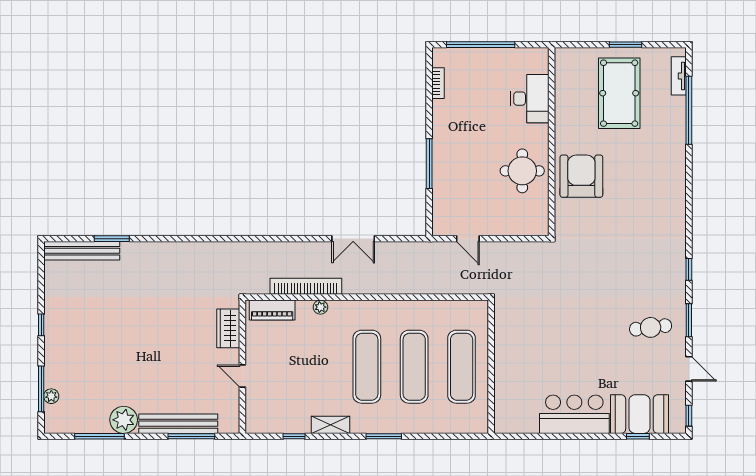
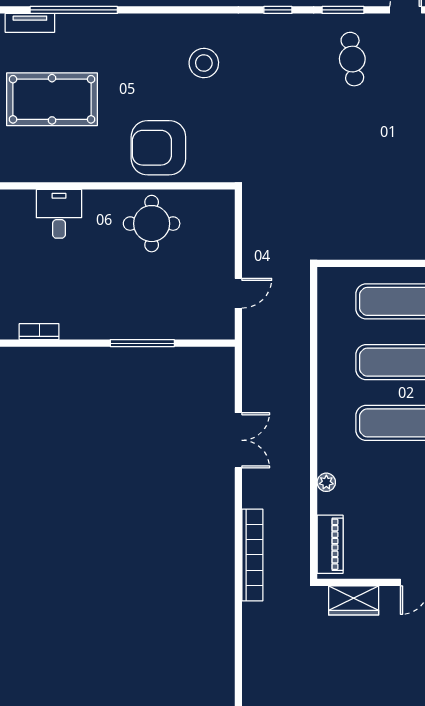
desk: (530, 99) -> (59, 214), width x0.73
stool: (647, 212) -> (204, 63), added
bookcase: (306, 286) -> (252, 555), moved, turned 180

